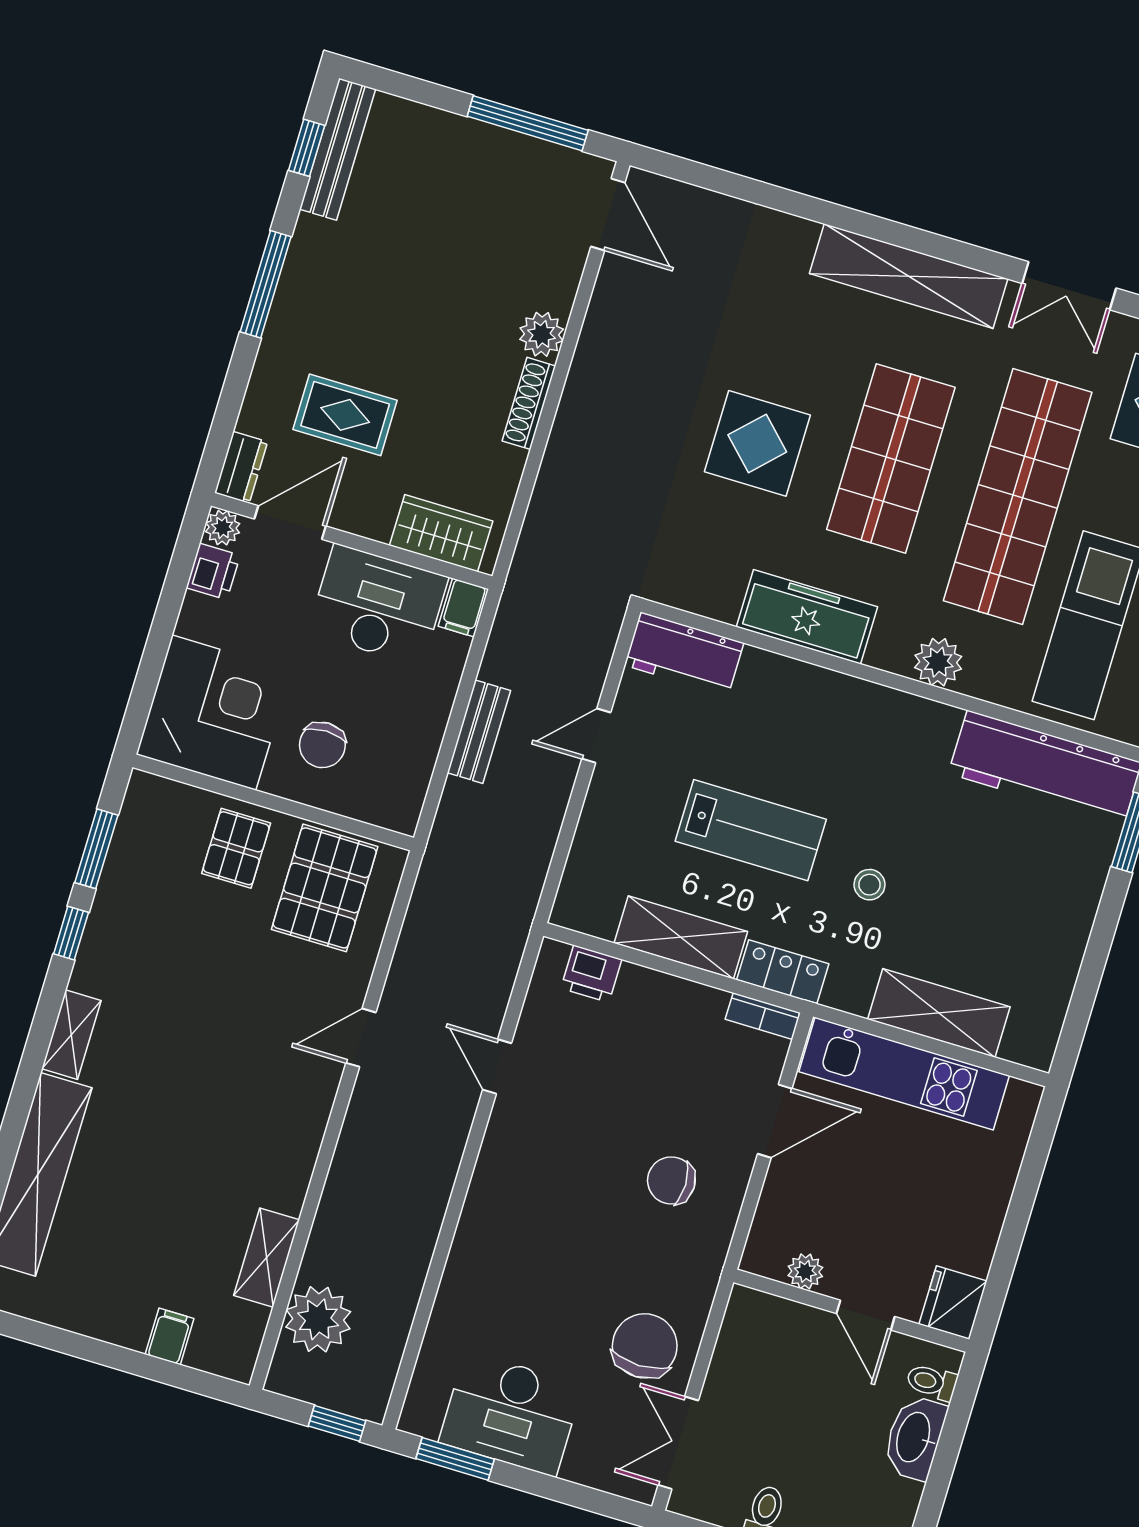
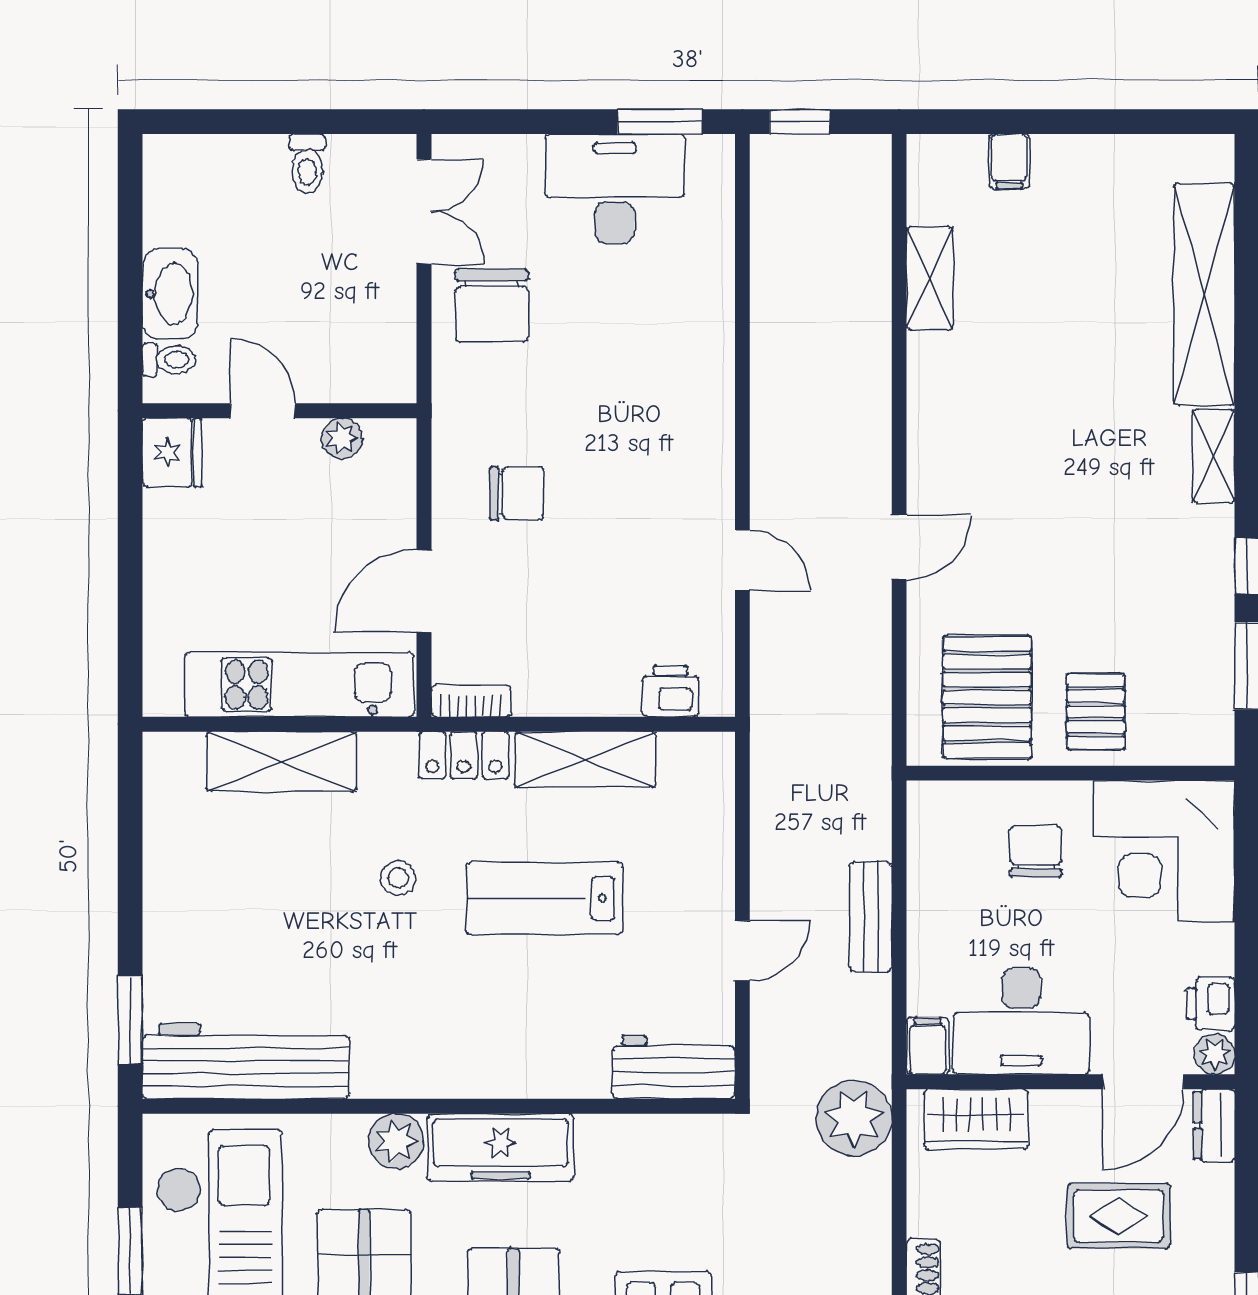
freezer: (807, 617) -> (501, 1148), moved
plant: (318, 1319) -> (854, 1118), moved

